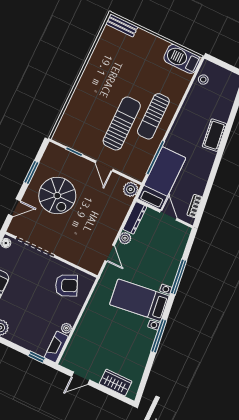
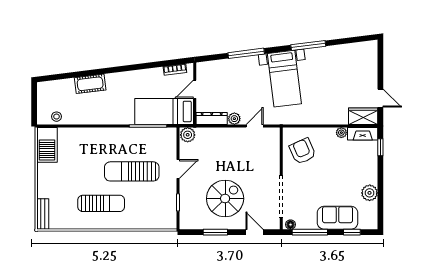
sun lounger: (153, 116) -> (101, 203), moved
cot: (214, 135) -> (90, 84), moved
wardrobe: (116, 383) -> (363, 116), moved, turned 90

